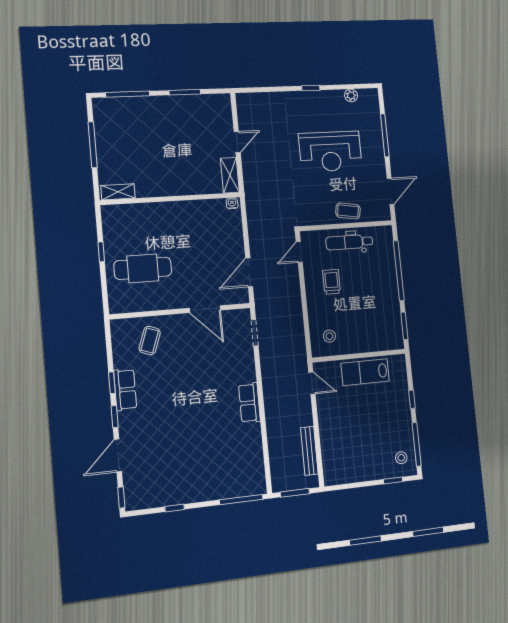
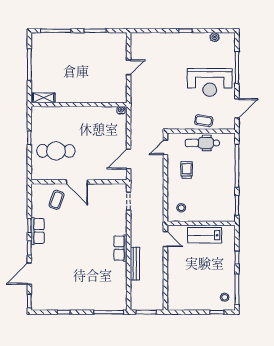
reception desk: (330, 152) -> (210, 82), moved
shelving: (230, 175) -> (121, 90), removed
door: (205, 309) -> (77, 182), moved
bench: (309, 451) -> (135, 264), moved

